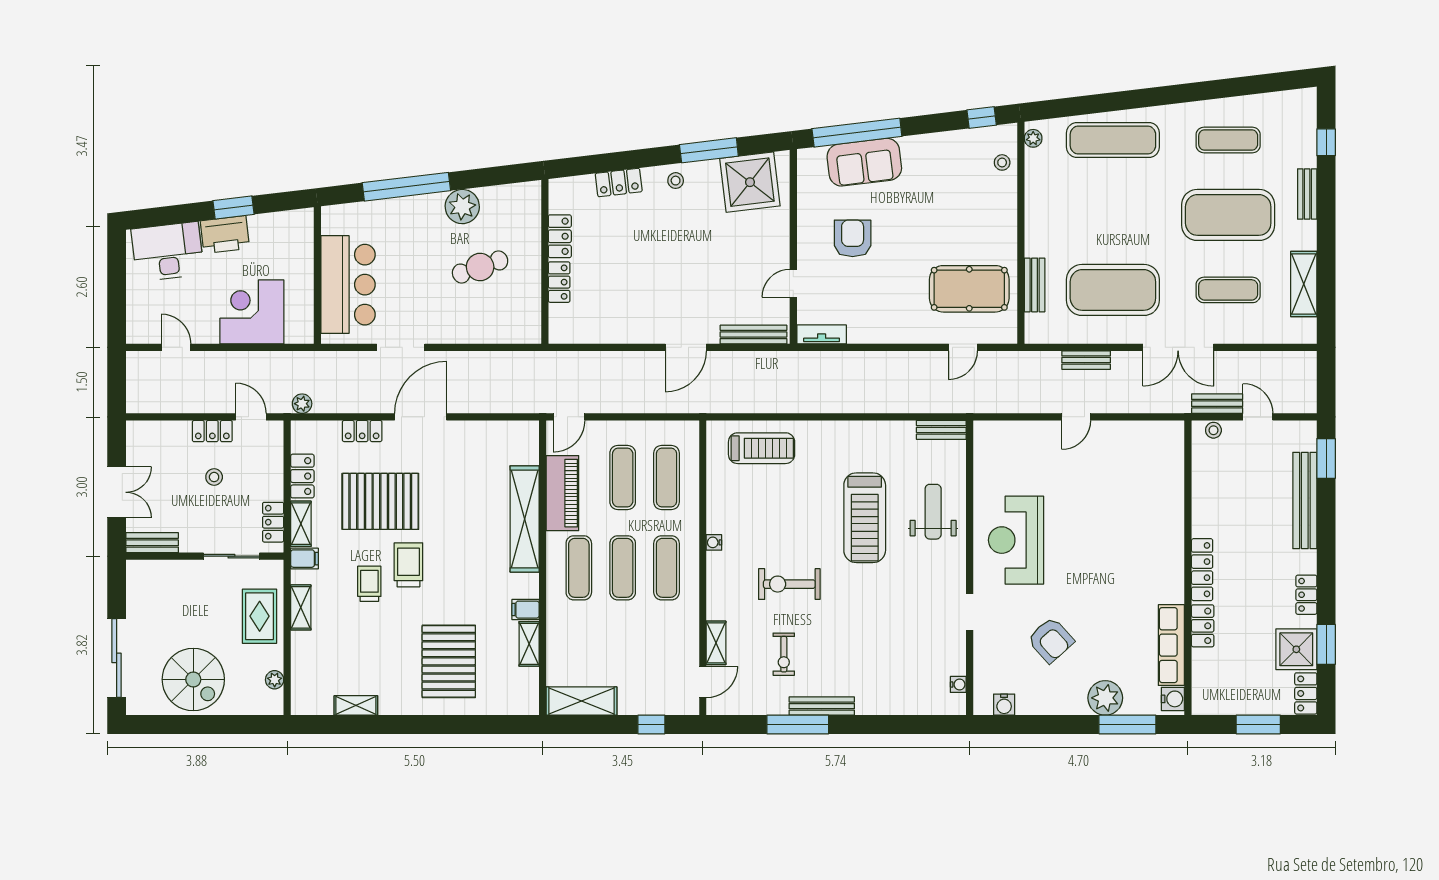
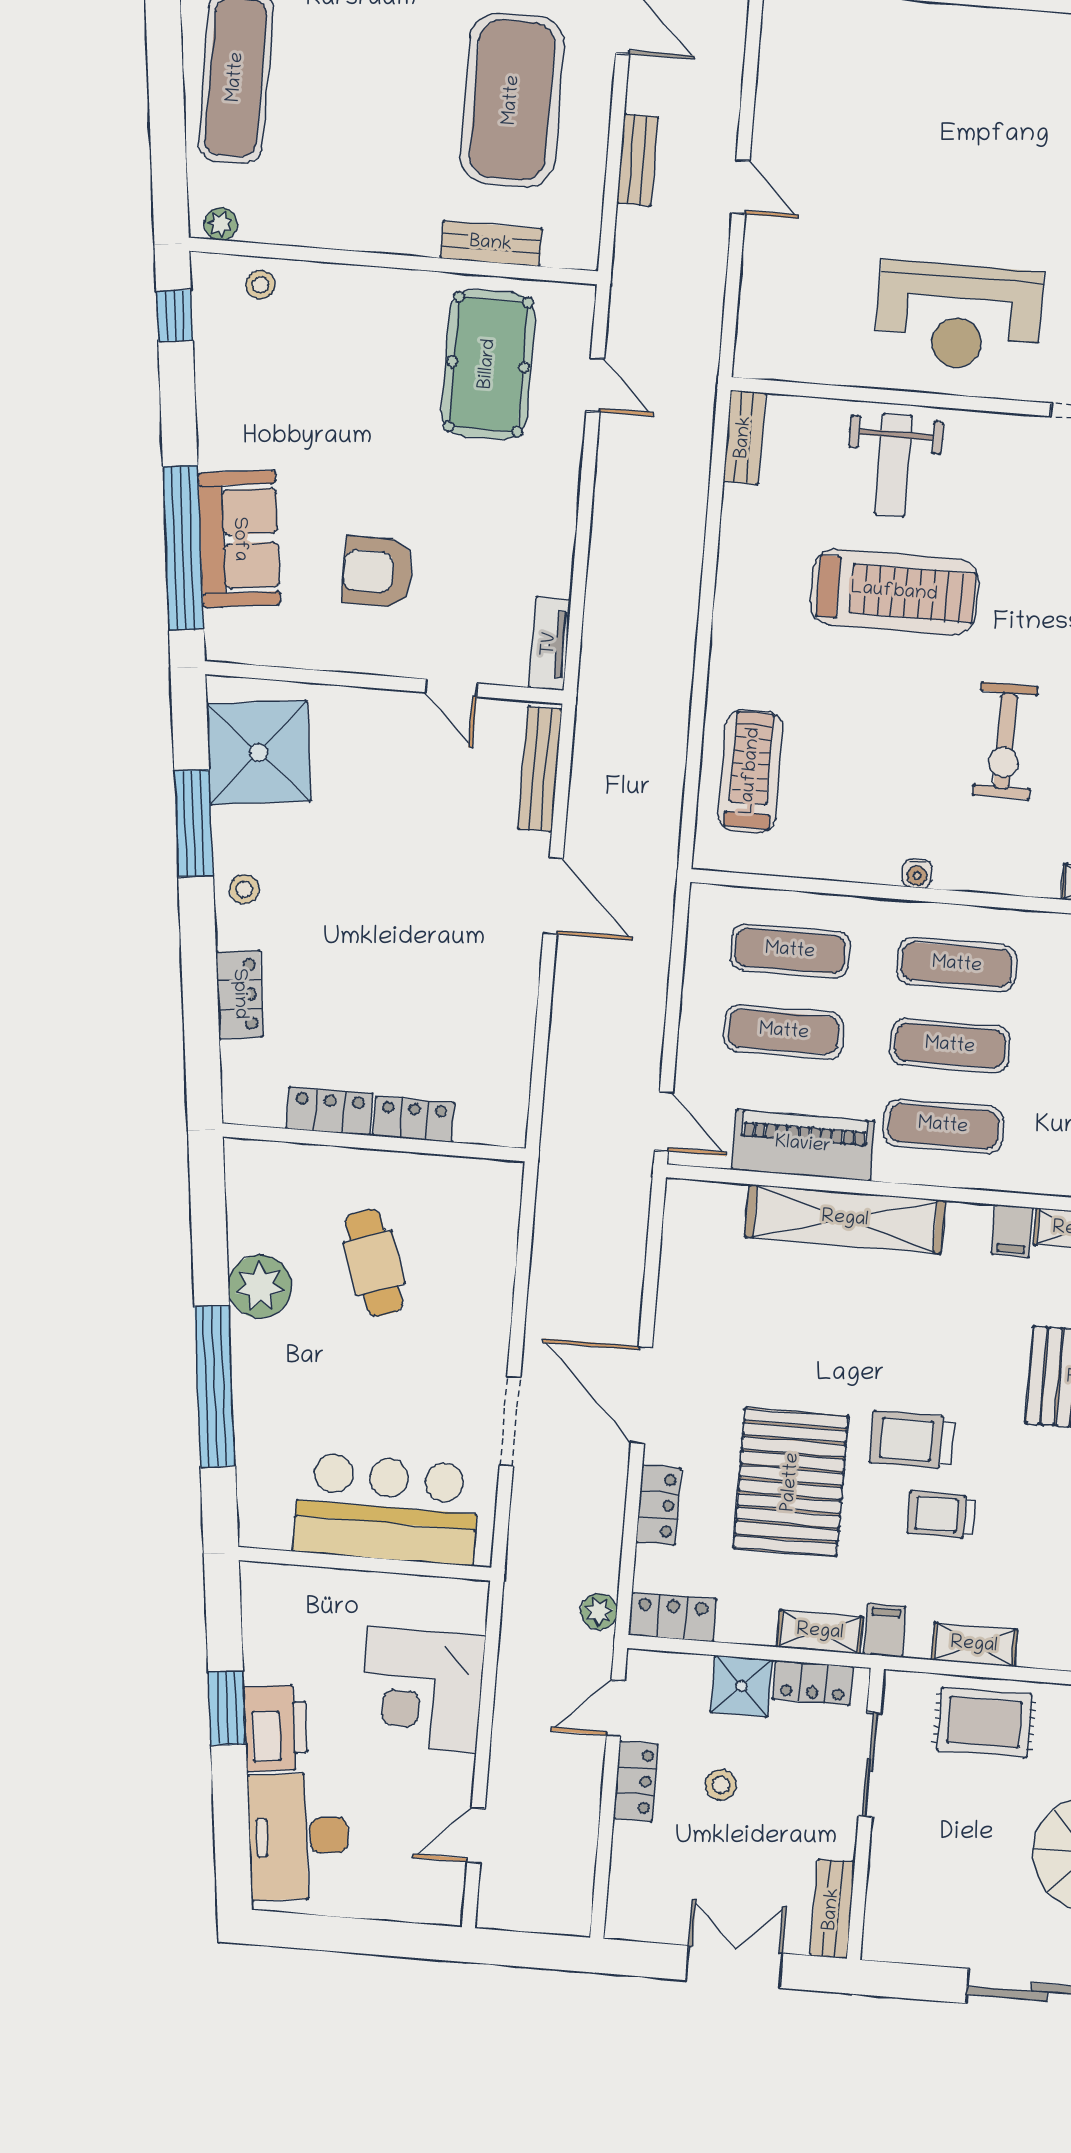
locker: (302, 476) -> (672, 1617), moved
shower: (268, 484) -> (741, 1686), added
weight bench: (933, 512) -> (894, 465), turned -90

